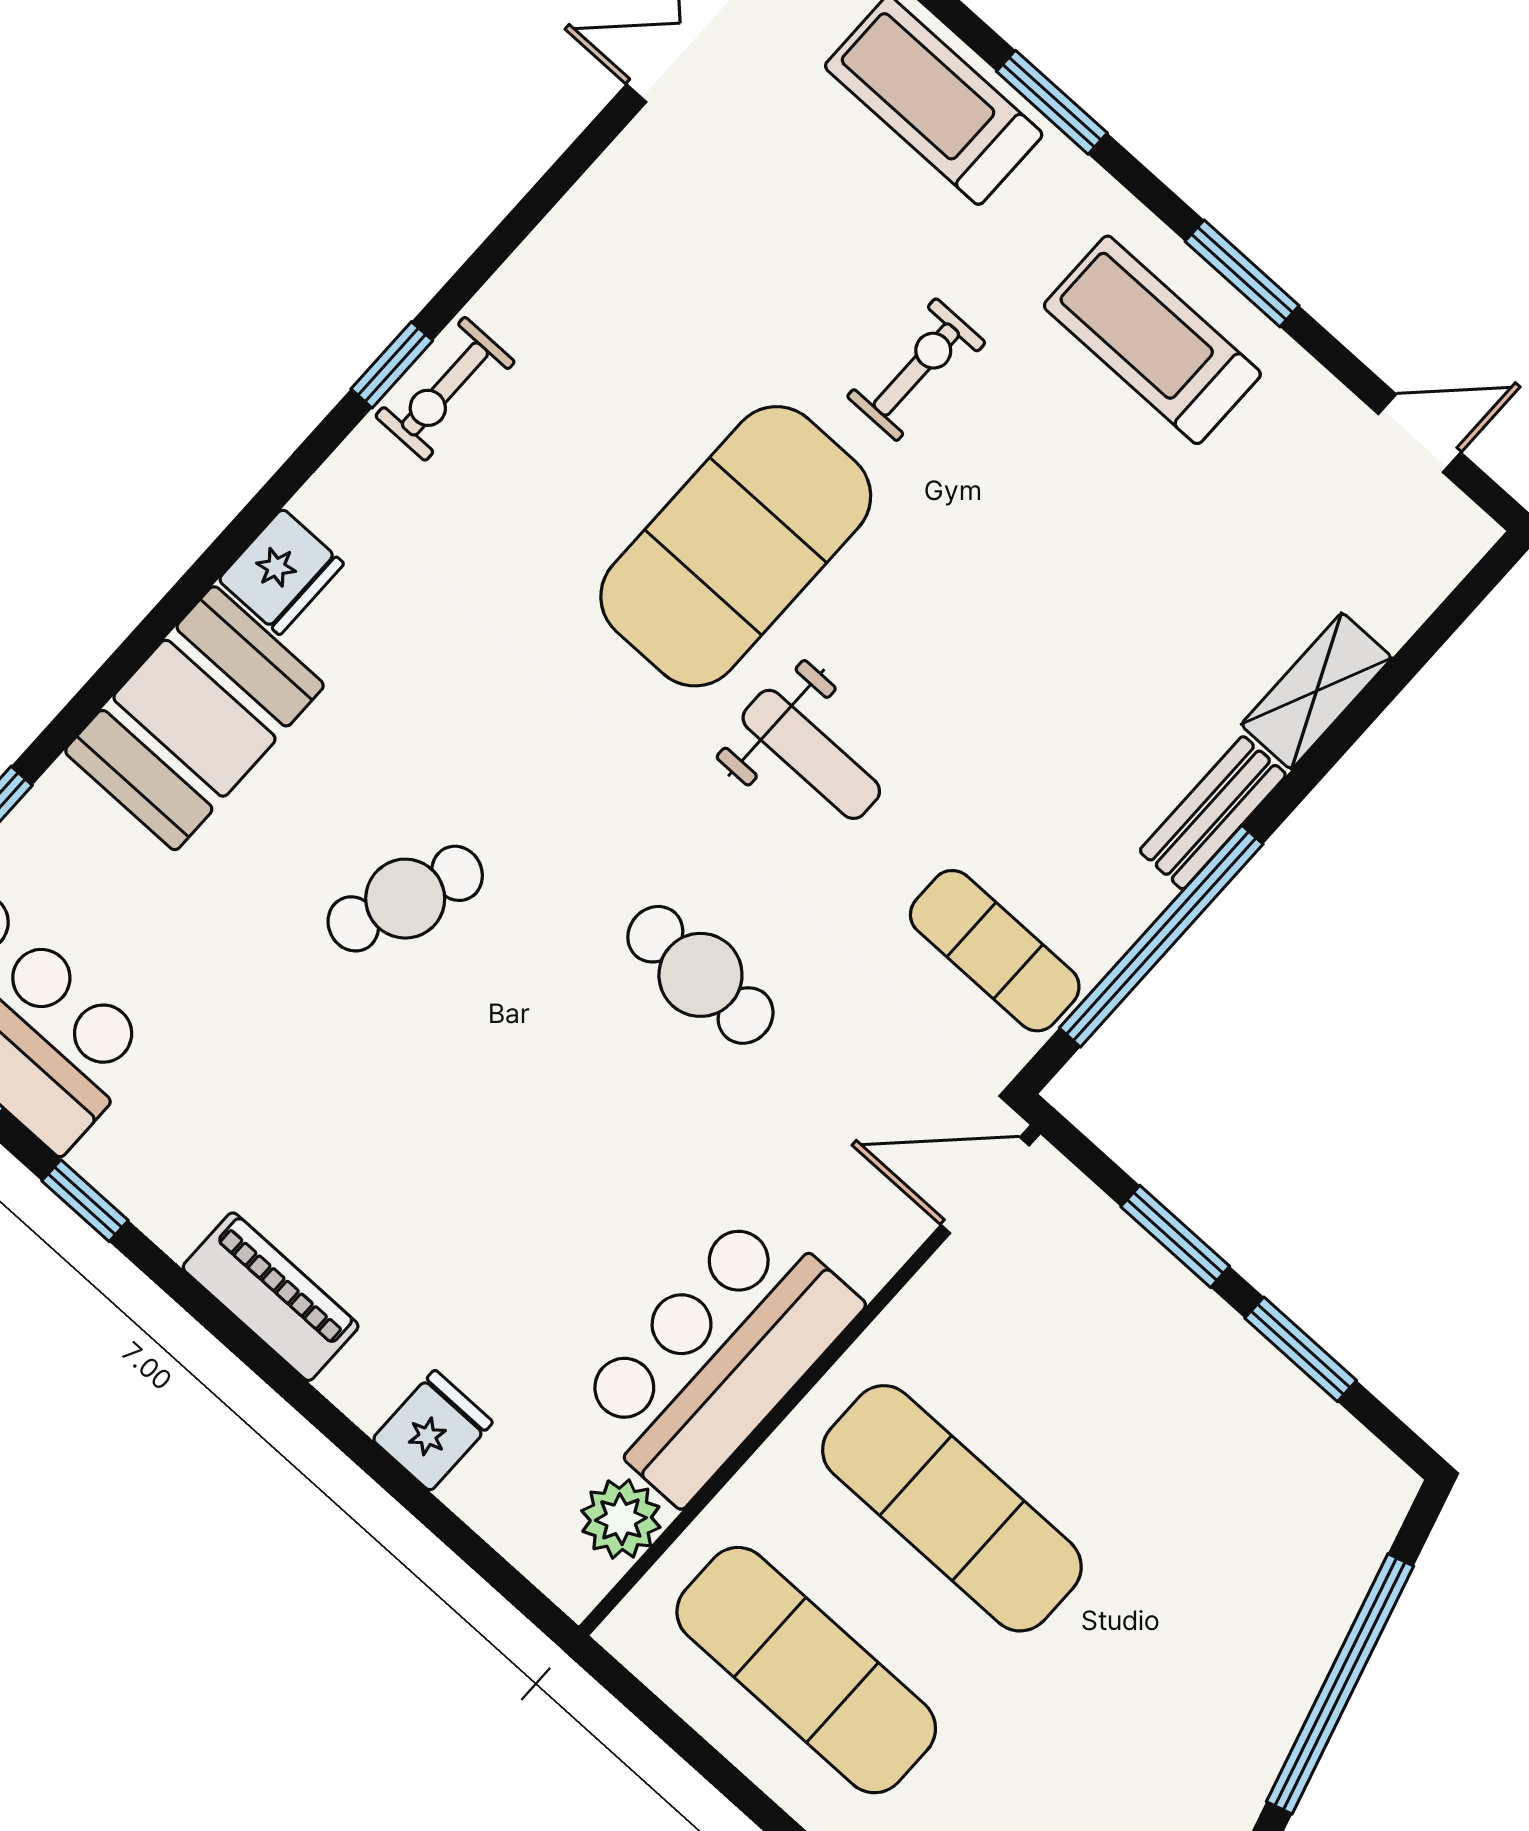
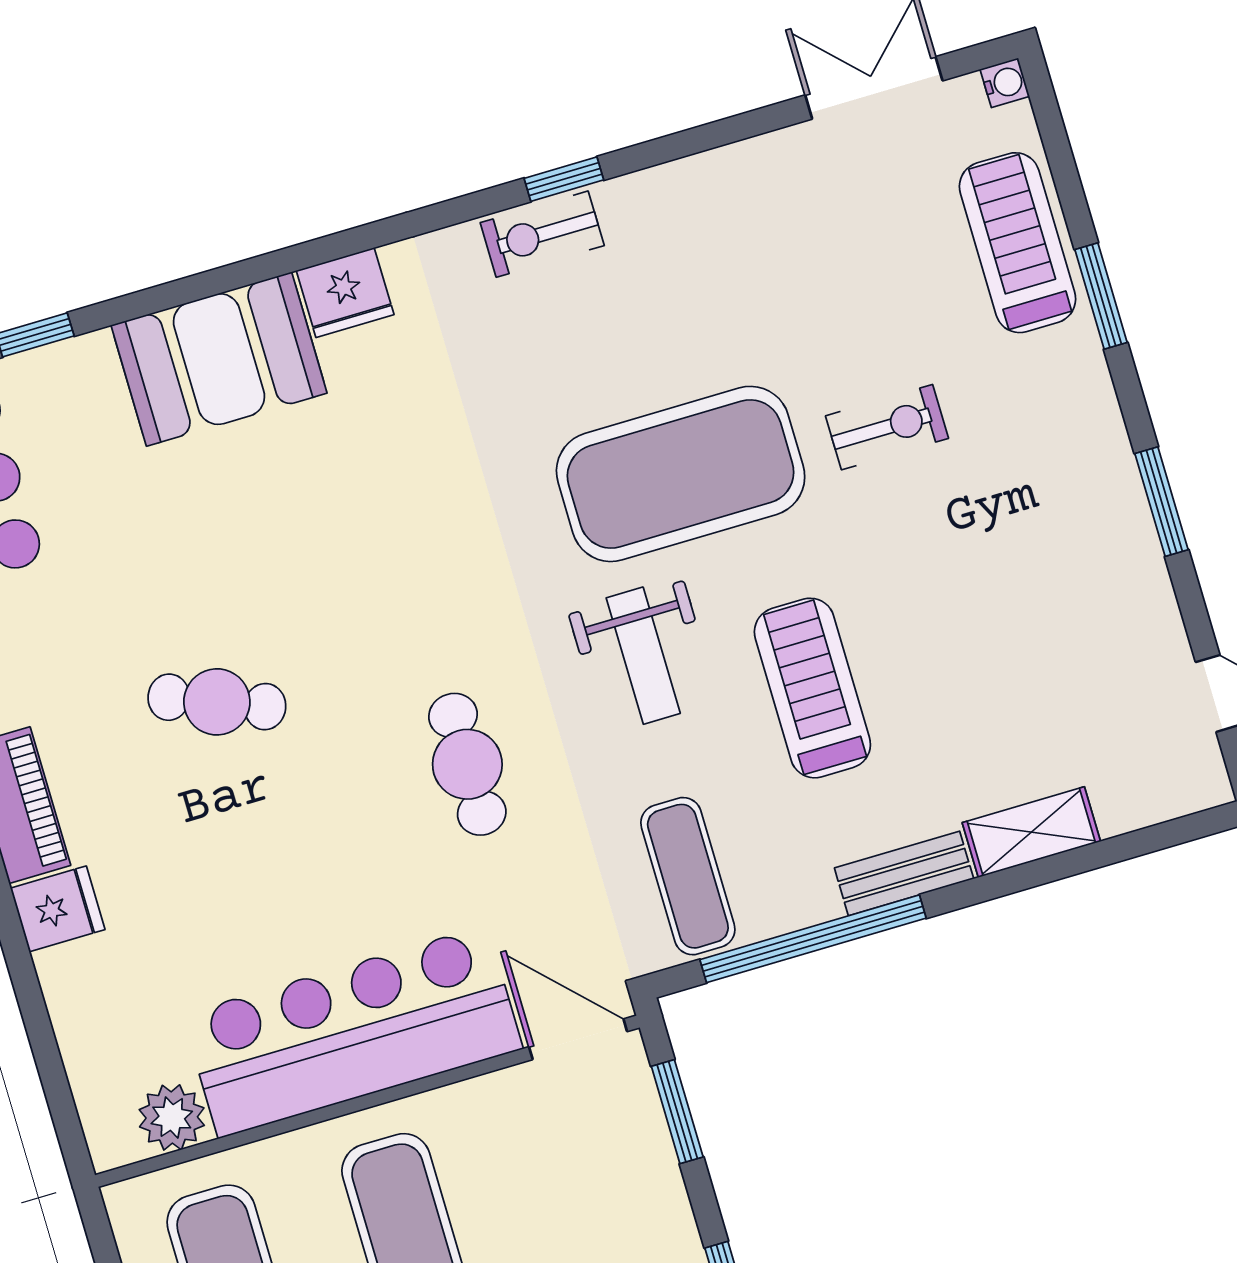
treadmill: (1152, 340) -> (812, 688), moved
window: (392, 365) -> (564, 179), moved
cafe table: (405, 899) -> (217, 702), moved
window: (1175, 1236) -> (677, 1112), moved
bar counter: (717, 1356) -> (353, 1032), width x1.36
fridge: (433, 1431) -> (58, 909), moved

